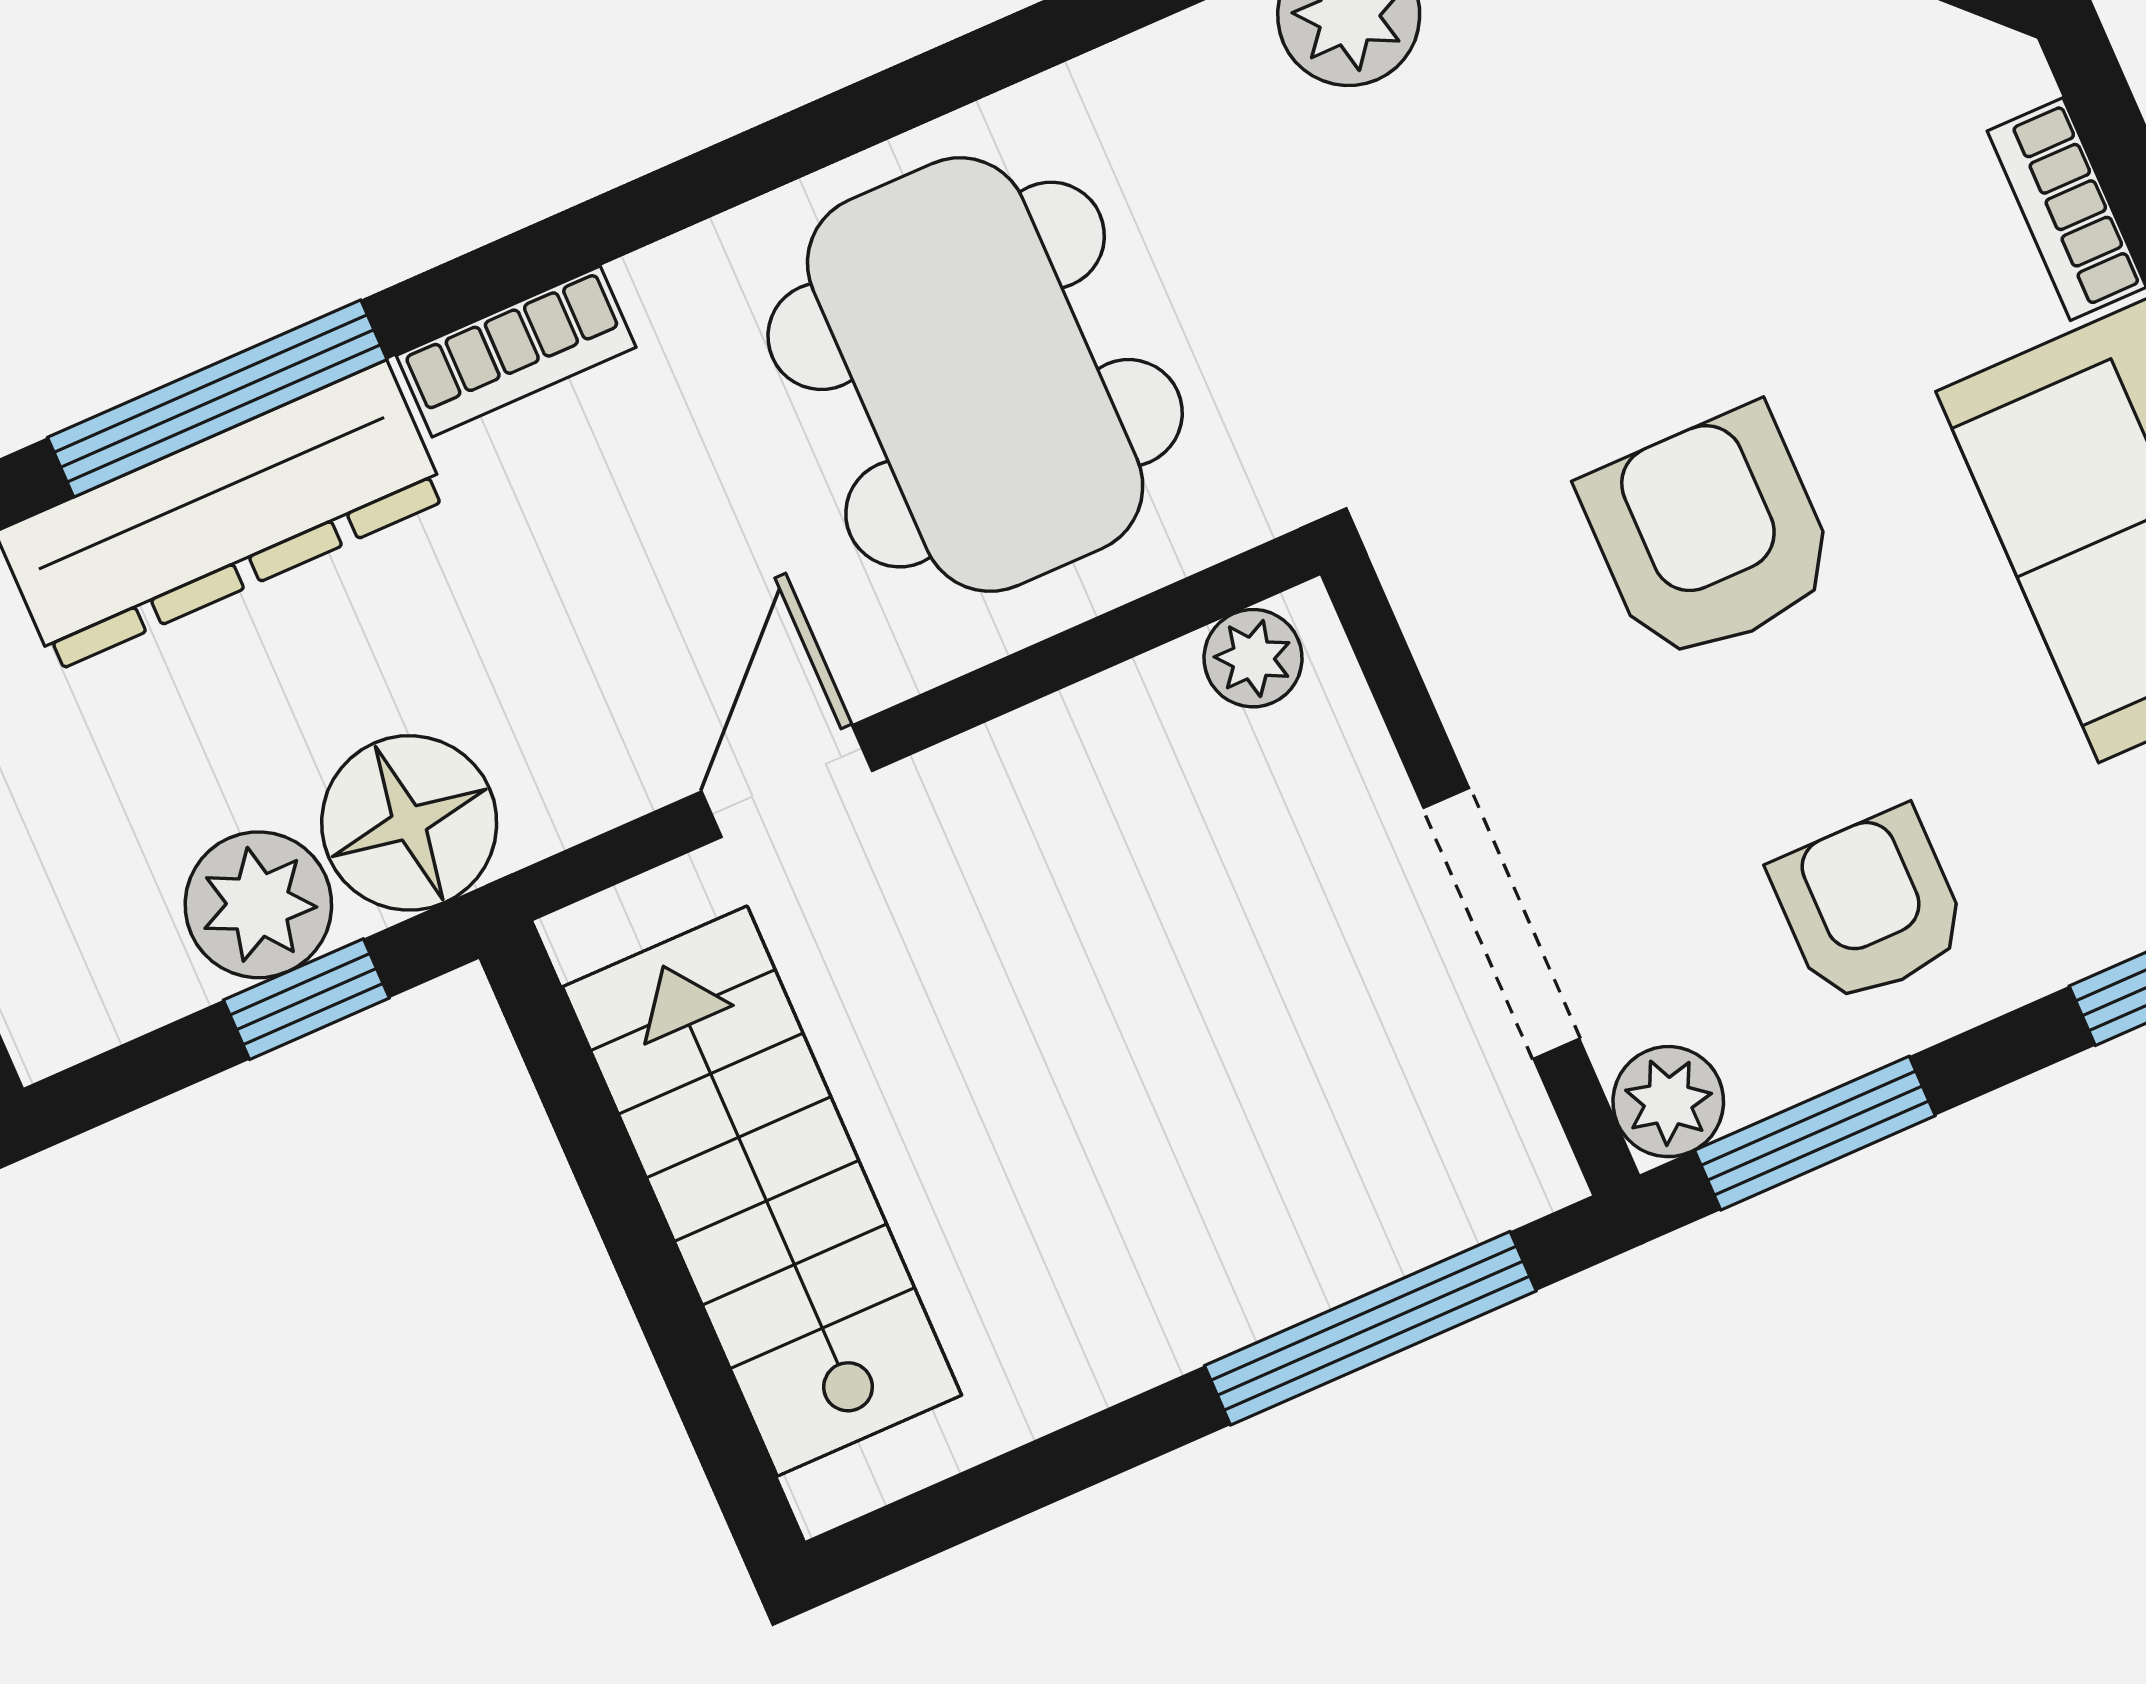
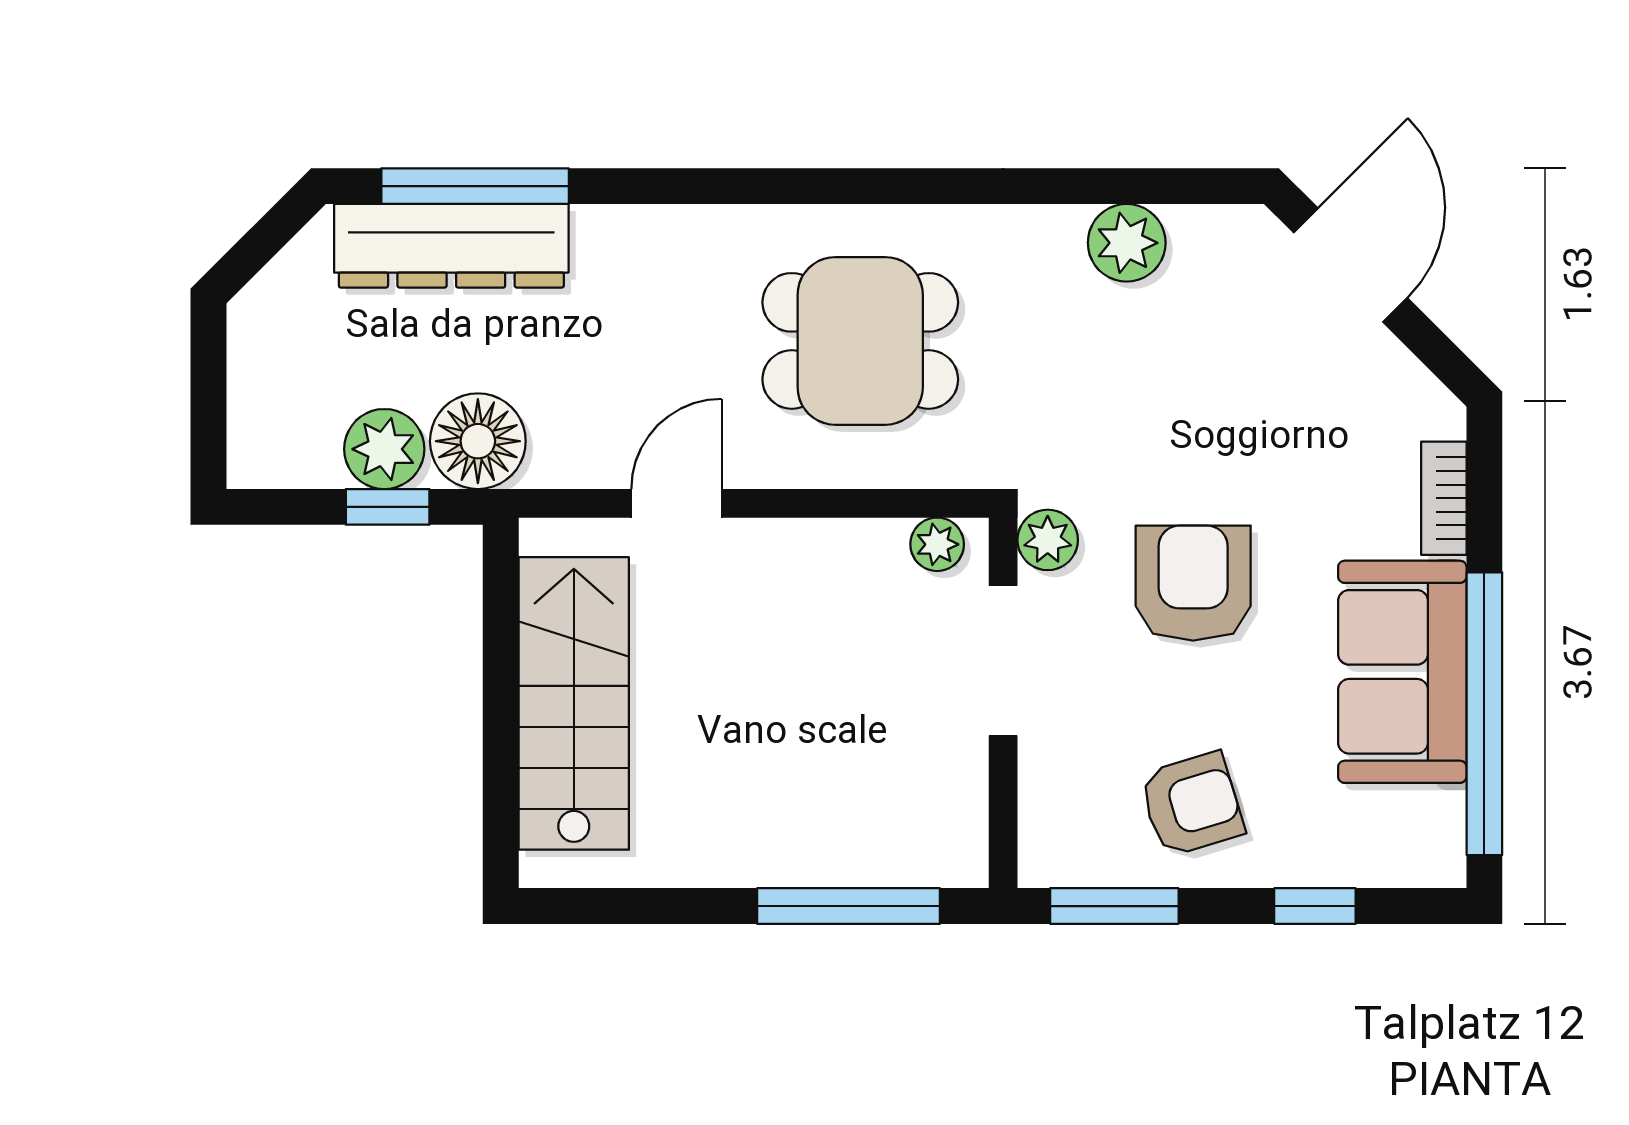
bookcase: (516, 351) -> (635, 228), removed
dining table: (975, 375) -> (860, 341), width x0.73
armchair: (1870, 906) -> (1192, 804), turned 73
doorway: (1501, 923) -> (1003, 660), moved
plant: (1668, 1102) -> (1048, 540), moved

